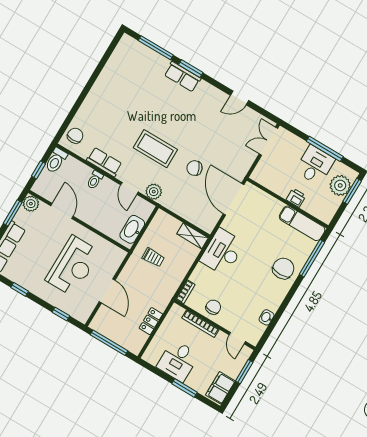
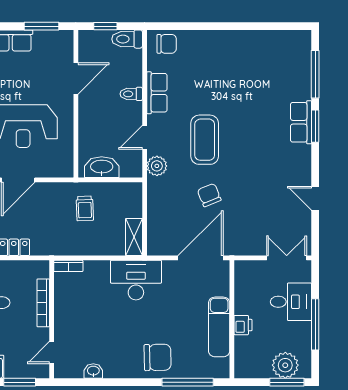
desk: (315, 165) -> (291, 302), moved
plant: (31, 204) -> (64, 40), removed
exam couch: (302, 223) -> (219, 327), moved
chair: (213, 307) -> (70, 306), removed

